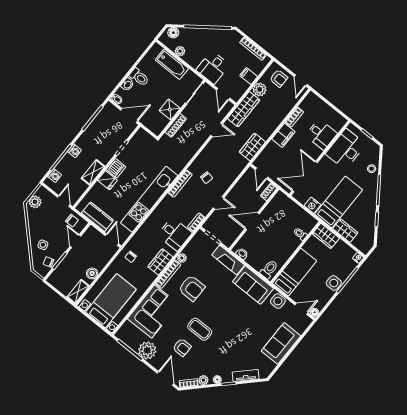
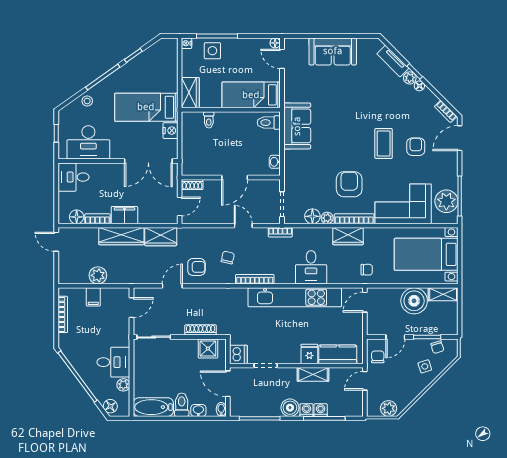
bathtub: (172, 64) -> (153, 407), moved, turned -90
desk: (213, 68) -> (113, 362), moved
armchair: (279, 78) -> (196, 267), moved, turned 90
door: (301, 80) -> (56, 242), swing flipped
floor lamp: (306, 105) -> (77, 217), added
shower: (170, 109) -> (208, 349), moved
wardrobe: (244, 109) -> (121, 236), moved, turned 180
door: (217, 130) -> (172, 286), hinge flipped
desk: (321, 135) -> (74, 177), moved, turned -90
boiler: (84, 142) -> (290, 408), added
dishwasher: (116, 168) -> (238, 354), moved, turned 90
washing machine: (54, 176) -> (321, 410), moved
kitchen counter: (97, 217) -> (338, 354), moved, turned 90
door: (252, 221) -> (235, 178), hinge flipped
wardrobe: (345, 231) -> (170, 78), removed
desk: (175, 234) -> (311, 267), moved, turned 180
floor lamp: (190, 250) -> (312, 216), added
fireplace: (228, 260) -> (292, 171), removed
boiler: (92, 273) -> (414, 301), width x1.86, depth x1.86
side table: (334, 283) -> (212, 51), moved
side table: (278, 301) -> (293, 88), removed
plant: (147, 350) -> (446, 201), moved
plant: (203, 380) -> (410, 78), moved

